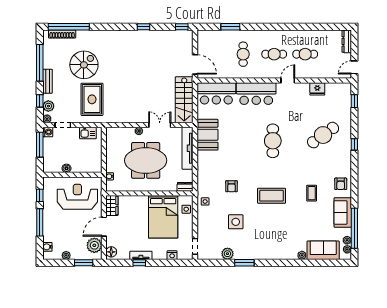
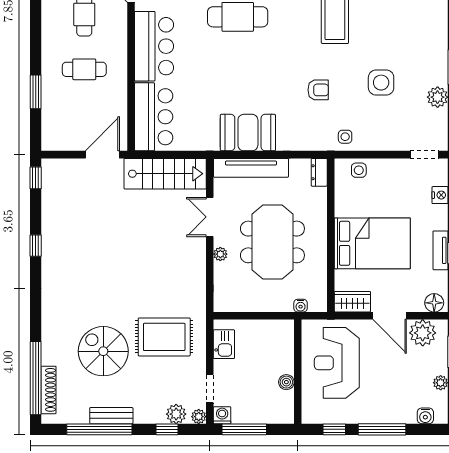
bench: (47, 81) -> (111, 416), moved
booth: (207, 135) -> (248, 133), moved
bed: (163, 217) -> (372, 243), moved

